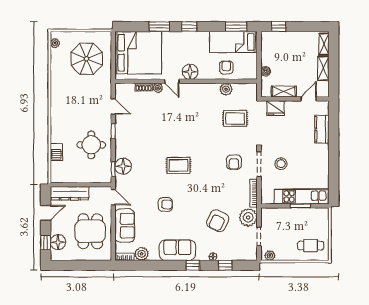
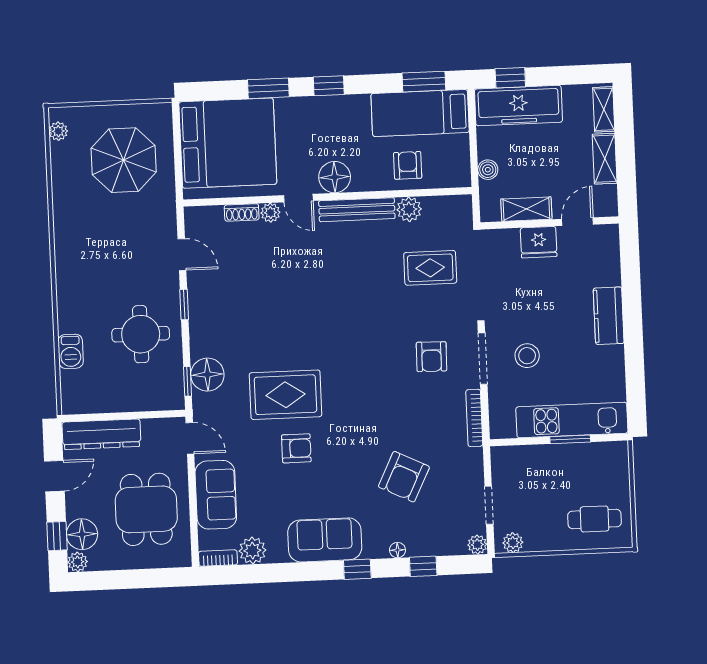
freezer: (282, 40) -> (518, 106), added
bench: (200, 88) -> (357, 210), added
fridge: (275, 108) -> (539, 242), moved
kitchen counter: (322, 129) -> (609, 316), moved
rug: (178, 165) -> (285, 395), moved, width x1.36, depth x1.43
plant: (248, 217) -> (477, 545), moved, width x0.53, depth x0.53
plant: (55, 256) -> (78, 562), added

